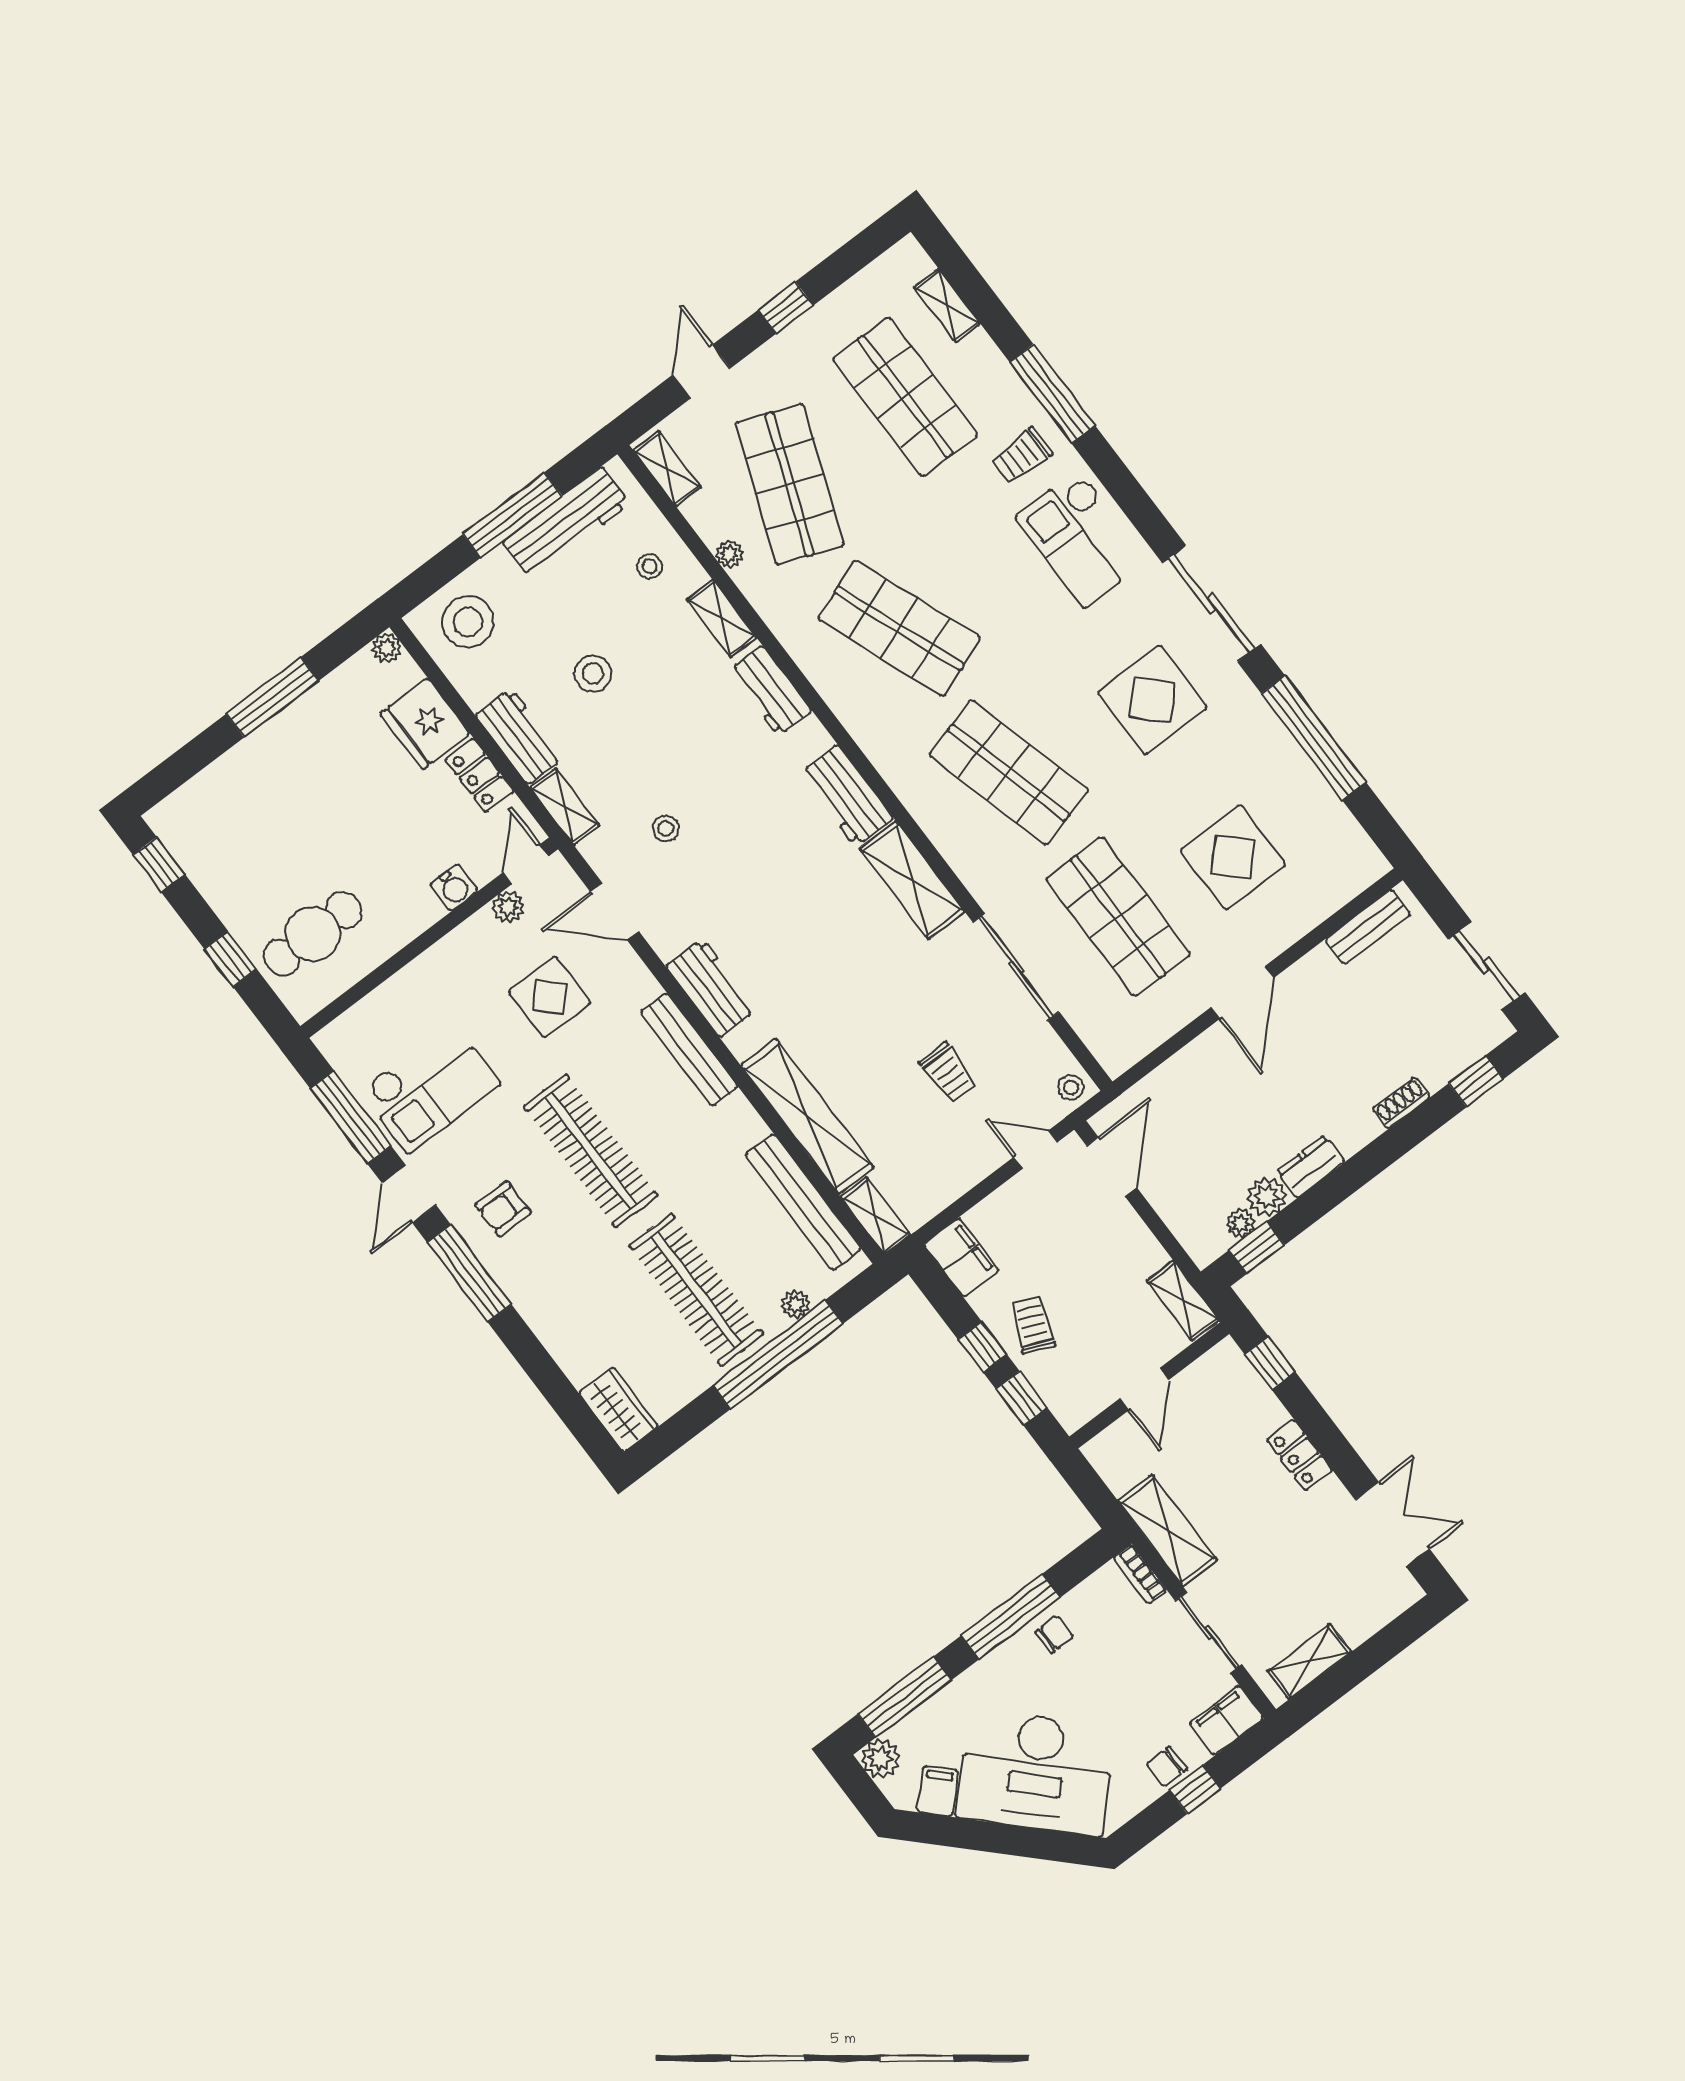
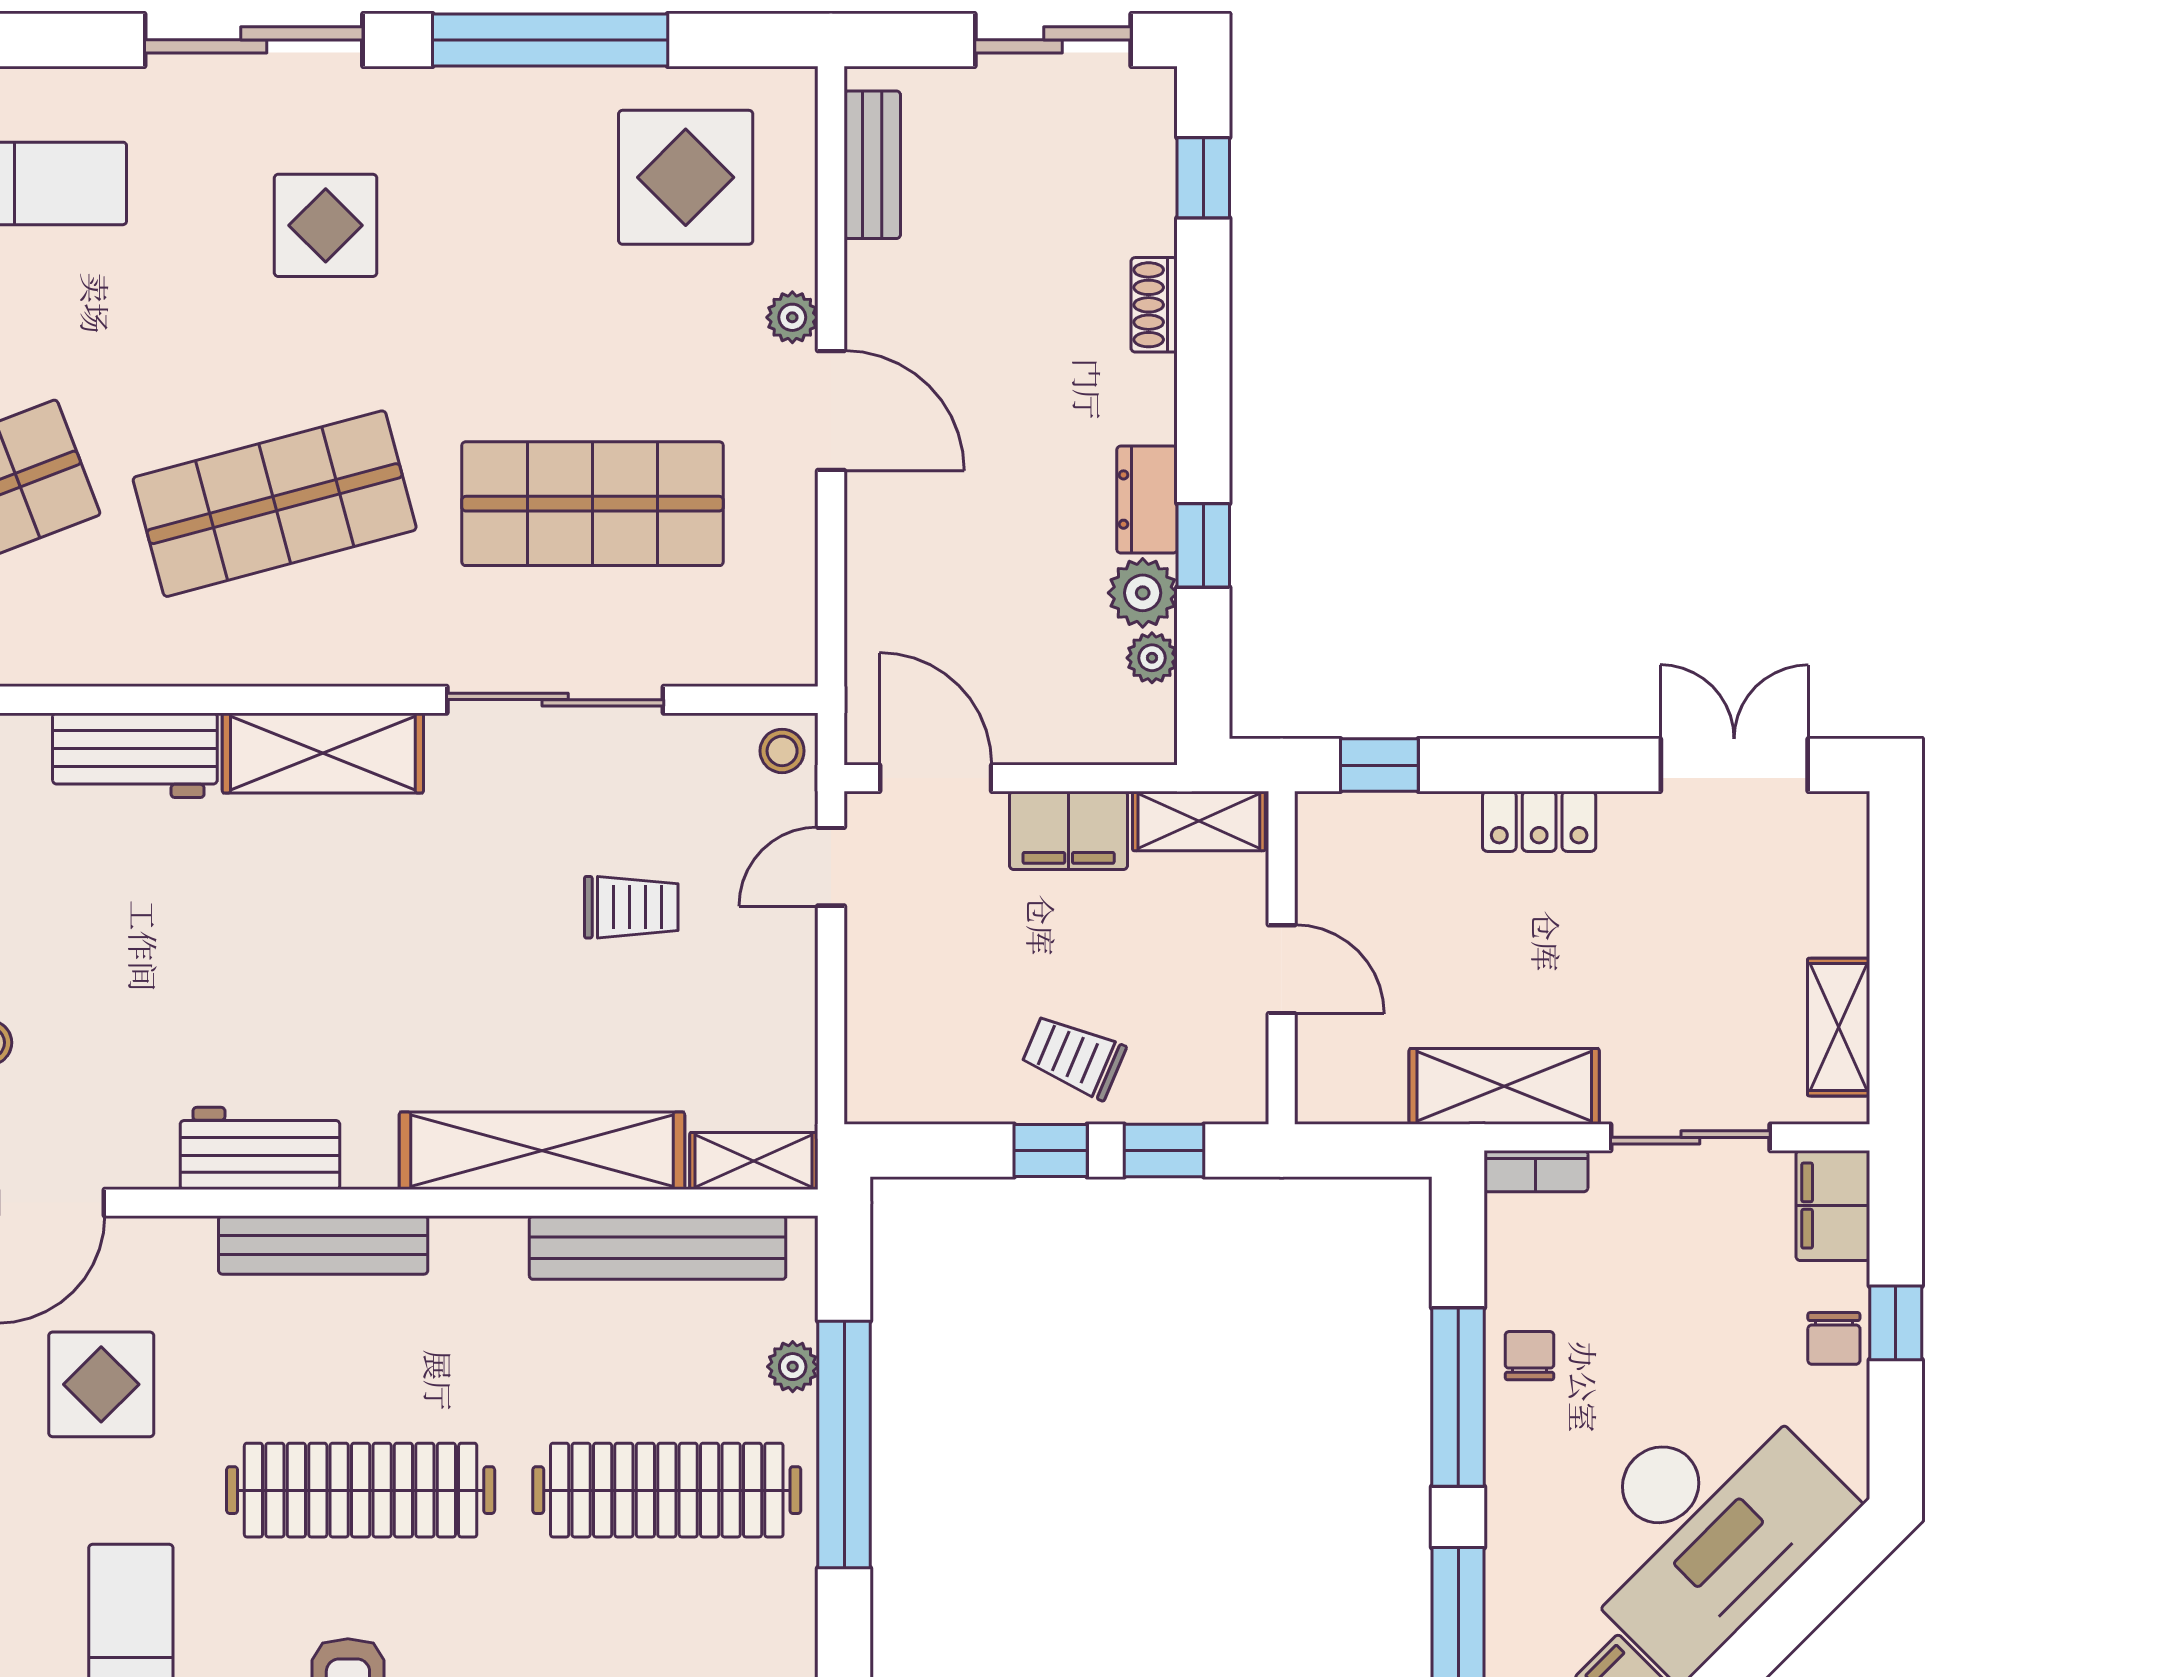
display table: (1152, 700) -> (326, 225), width x0.73, depth x0.73
display table: (1233, 857) -> (686, 177), moved
plant: (1271, 943) -> (792, 317), added
window: (1257, 1248) -> (1203, 545), moved
filing cabinet: (961, 1257) -> (1069, 830), moved, turned 180

